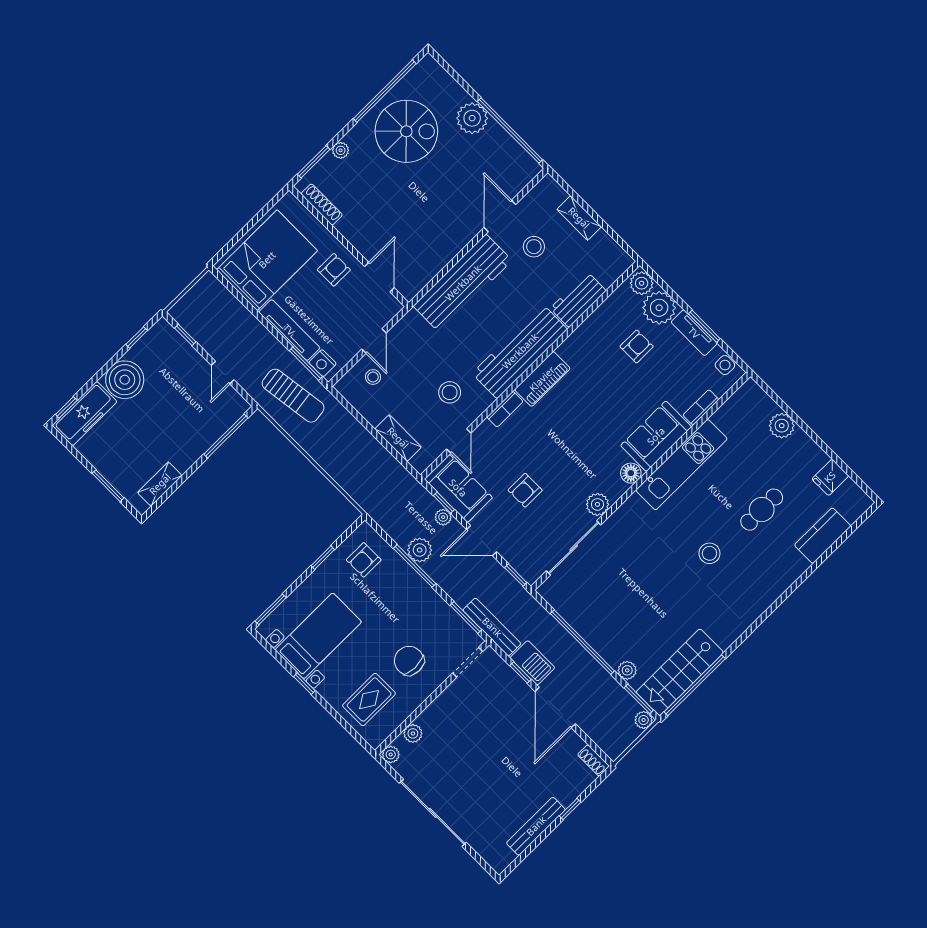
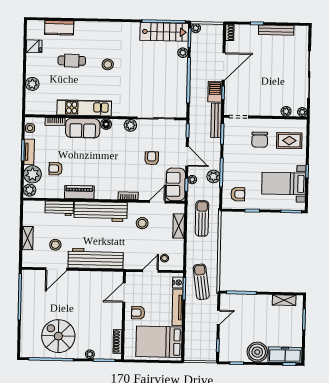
plant: (472, 118) -> (29, 316), removed
piano: (542, 379) -> (79, 192), moved
sun lounger: (378, 480) -> (202, 218), added
armchair: (525, 490) -> (152, 158), turned -90

